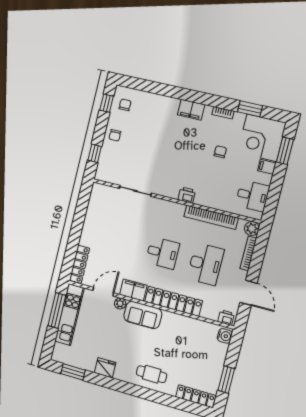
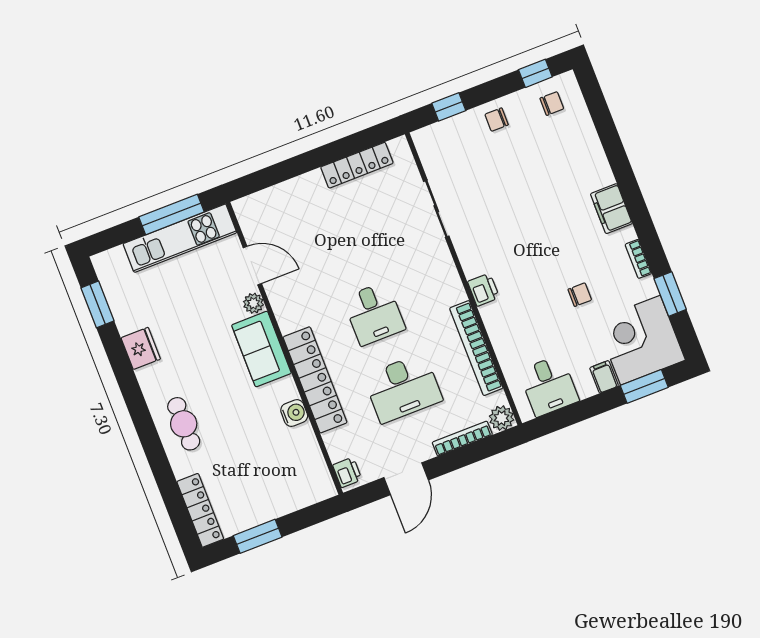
locker: (79, 264) -> (357, 165), moved
filing cabinet: (133, 290) -> (288, 309), removed
water cooler: (225, 336) -> (294, 413), moved, turned -90

